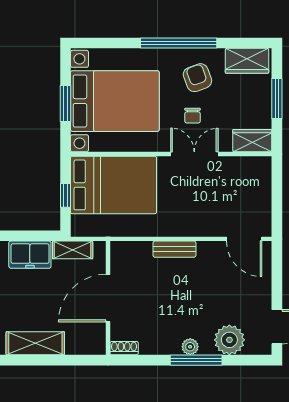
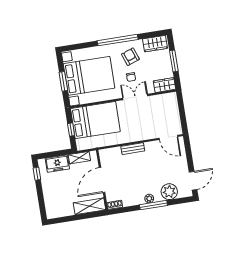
shelving: (35, 343) -> (89, 206), moved

